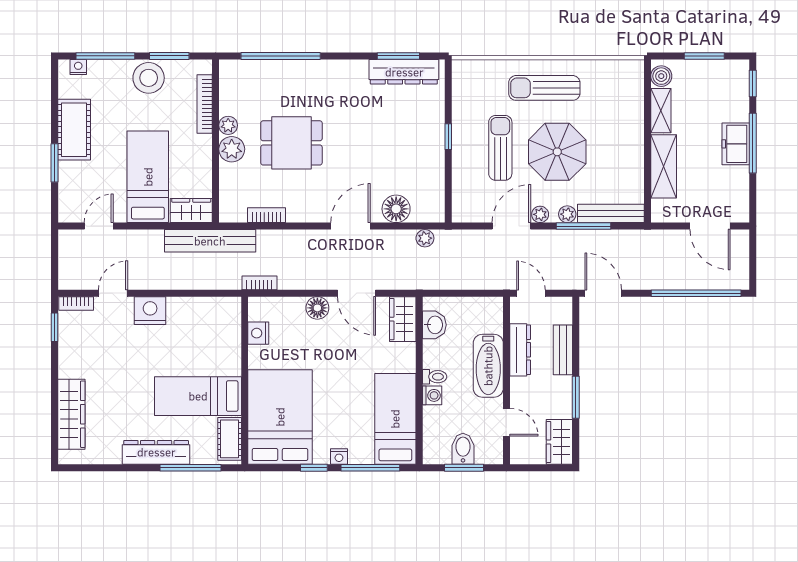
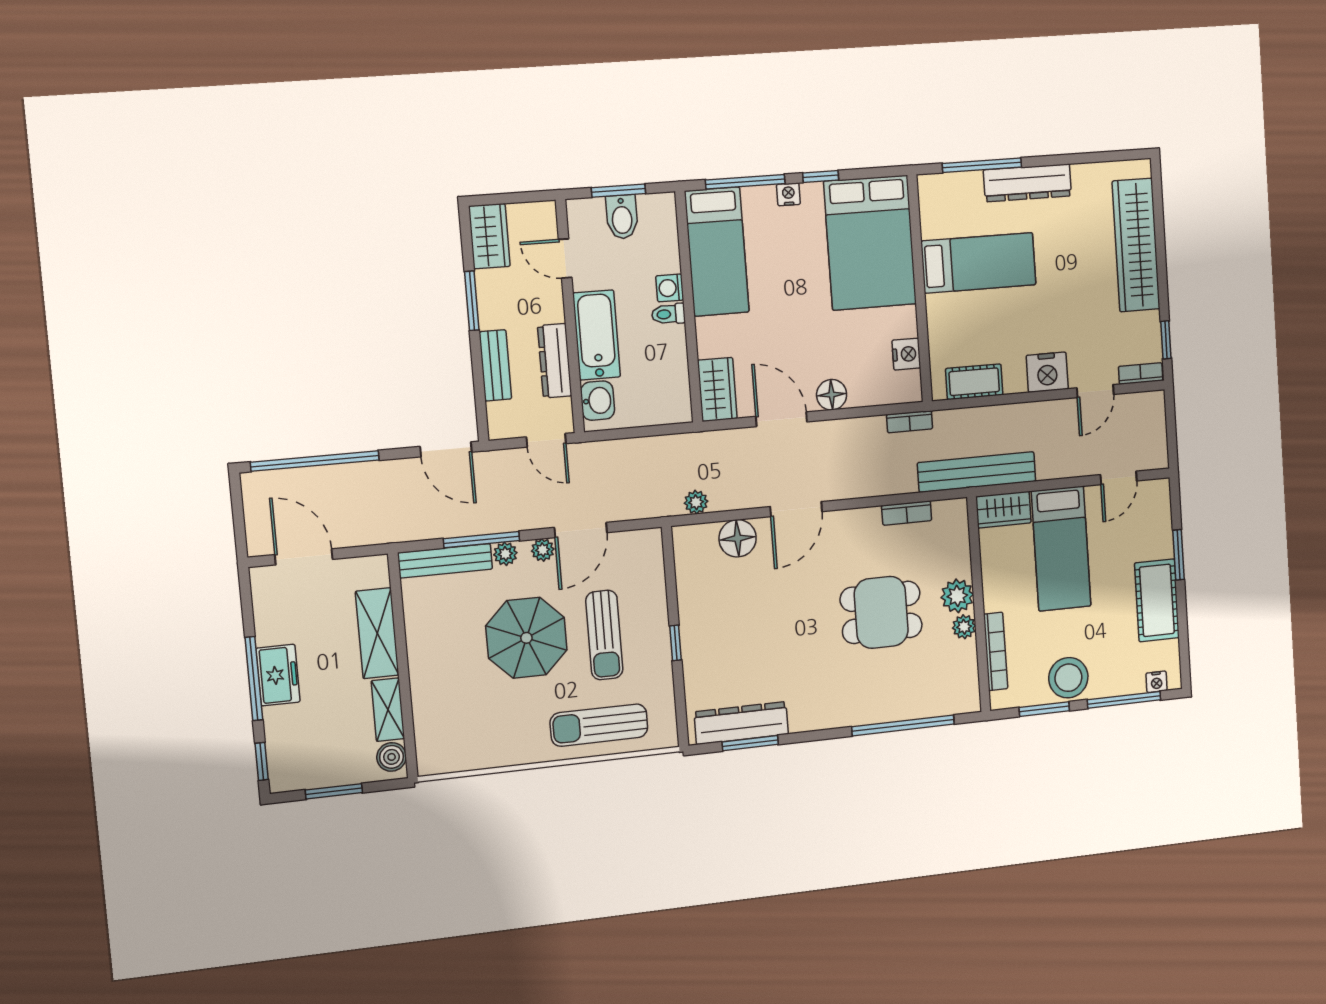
sun lounger: (544, 88) -> (599, 725), moved, turned 180
washbasin: (434, 325) -> (598, 401), moved, turned 180
wardrobe: (71, 414) -> (1136, 245), width x1.40, depth x1.17
cot: (230, 439) -> (974, 382), moved, turned 90

